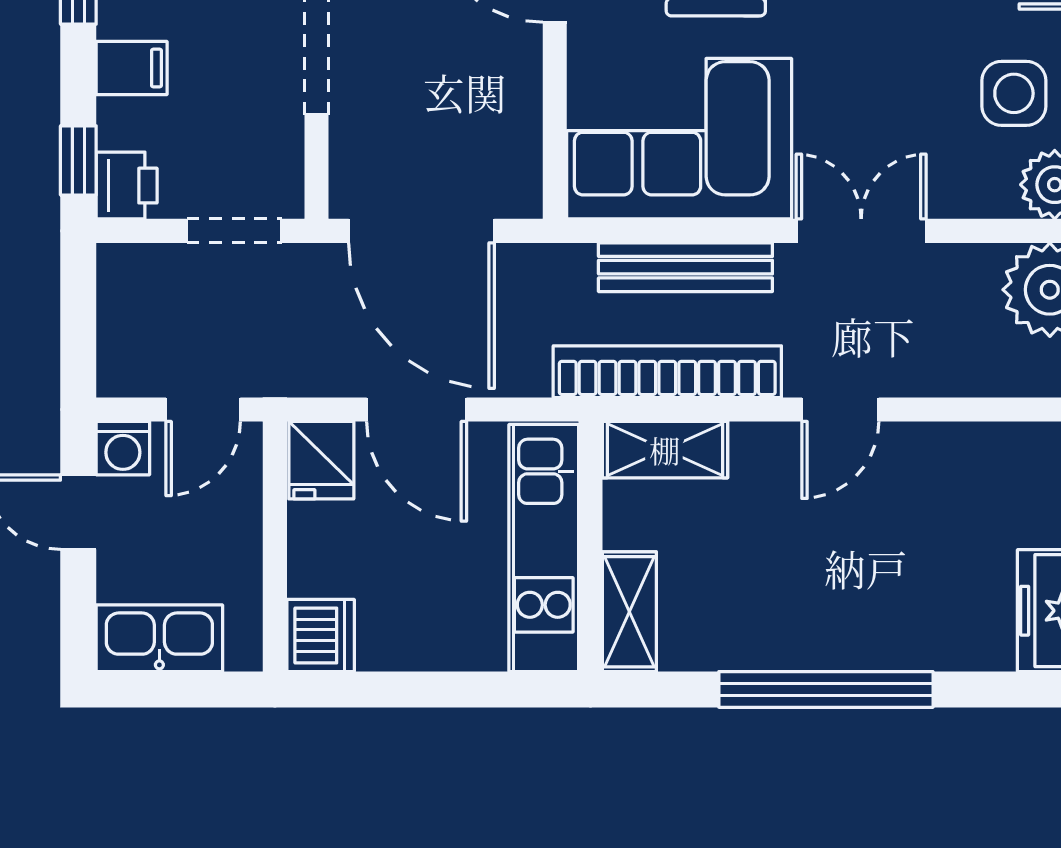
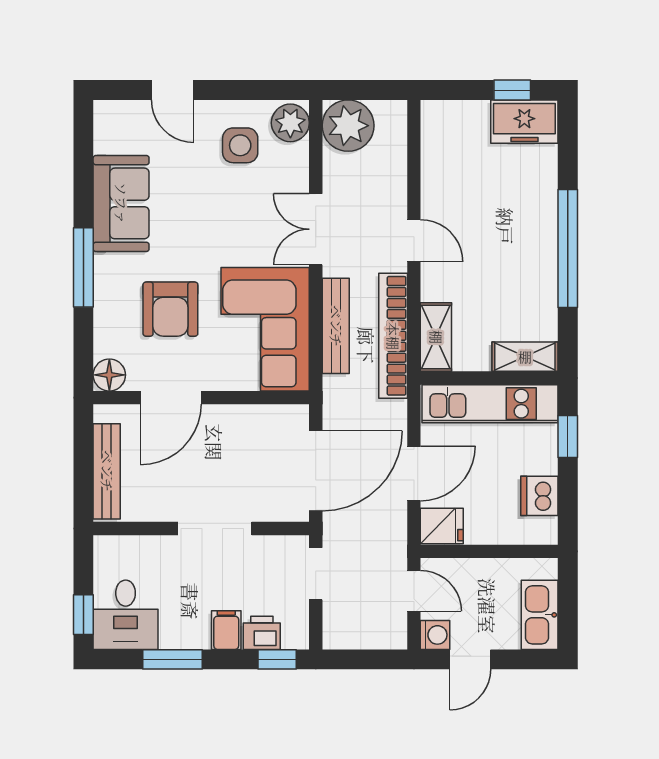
printer: (127, 186) -> (262, 633), moved
dishwasher: (321, 635) -> (539, 496), moved, turned -90
window: (484, 689) -> (568, 437), added

